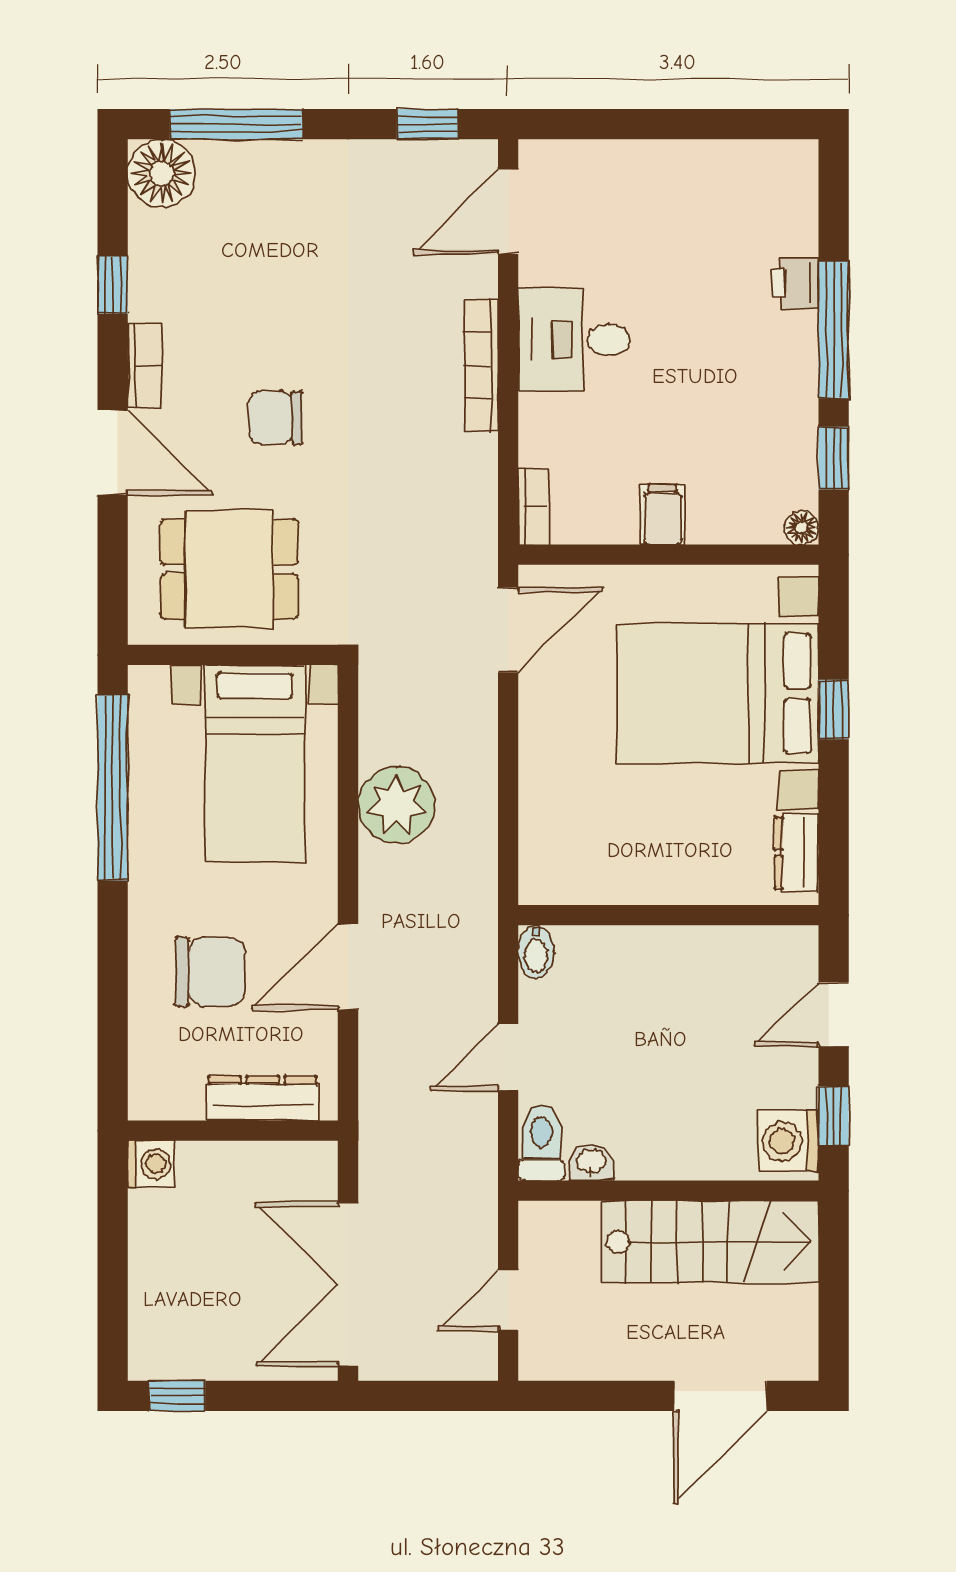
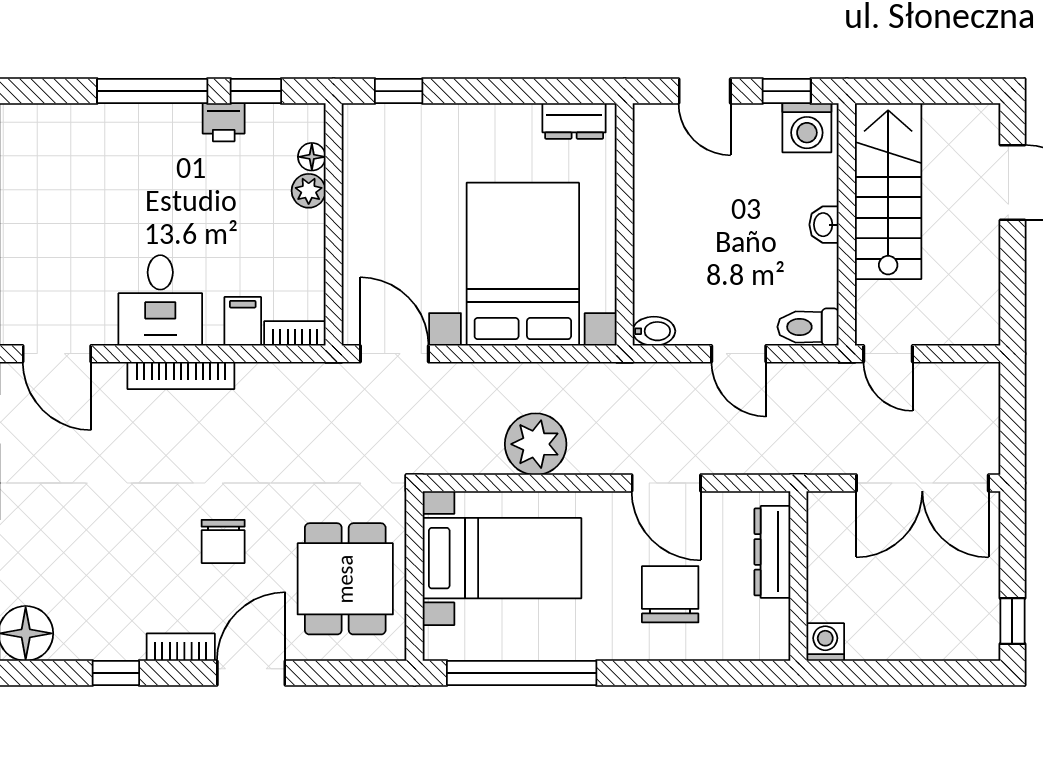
printer: (795, 283) -> (224, 122), moved
filing cabinet: (662, 515) -> (243, 321), moved, turned 90
plant: (710, 524) -> (309, 191), added
floor lamp: (802, 528) -> (312, 157), moved
bed with nightstands: (718, 693) -> (523, 264), moved, turned 180
window: (834, 710) -> (399, 91), moved
washbasin: (591, 1162) -> (824, 225), moved
door: (508, 1300) -> (888, 354), moved

